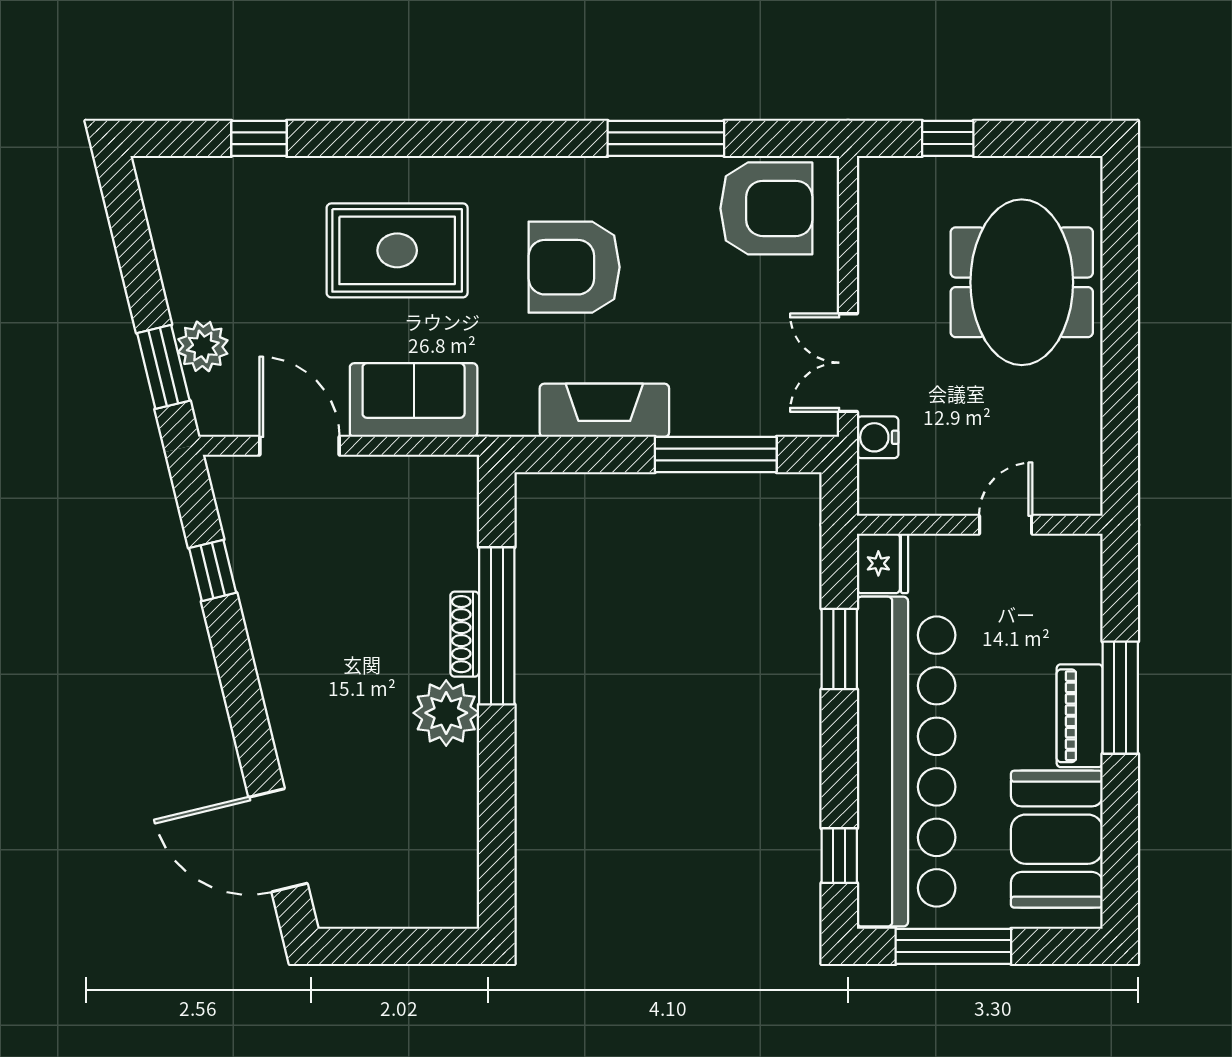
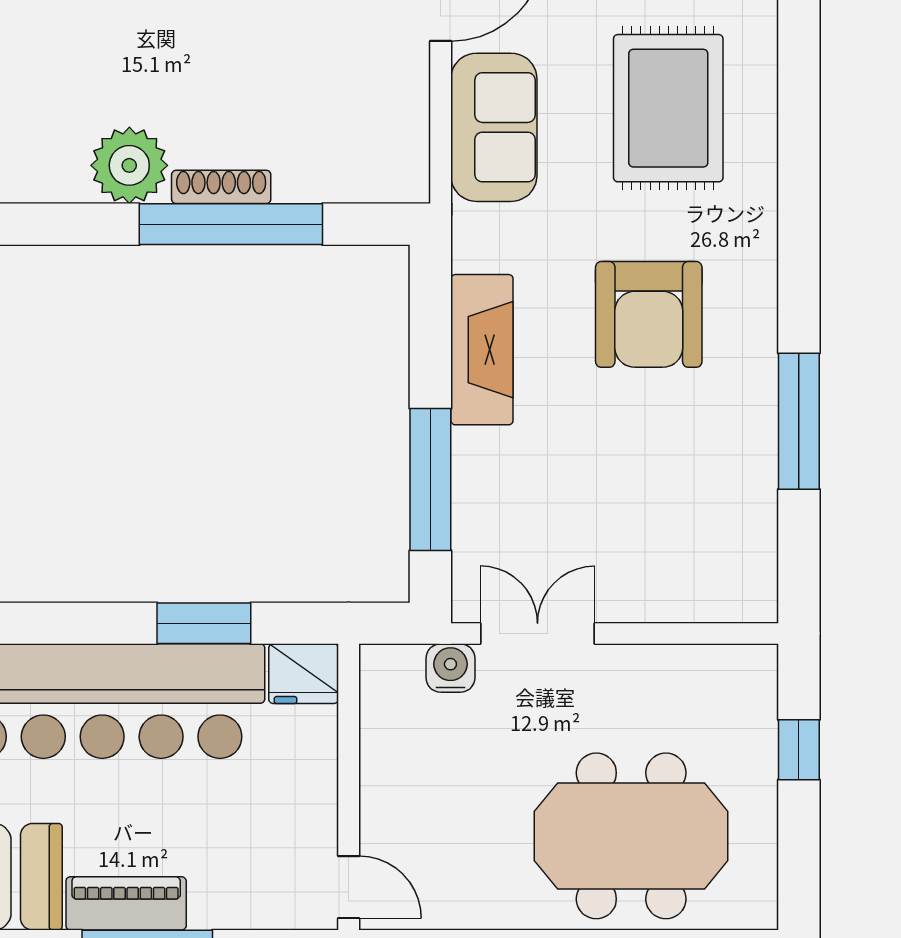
armchair: (766, 208) -> (717, 538), removed
armchair: (574, 267) -> (649, 314), turned 180
door: (1006, 525) -> (349, 887), moved

